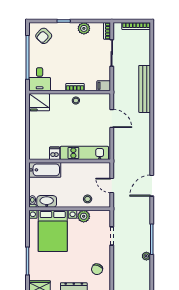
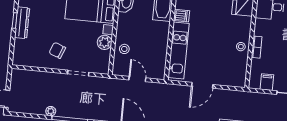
filing cabinet: (104, 86) -> (267, 82), moved
door: (112, 118) -> (202, 85), moved
door: (112, 185) -> (137, 79), hinge flipped
chair: (97, 269) -> (57, 50), moved

